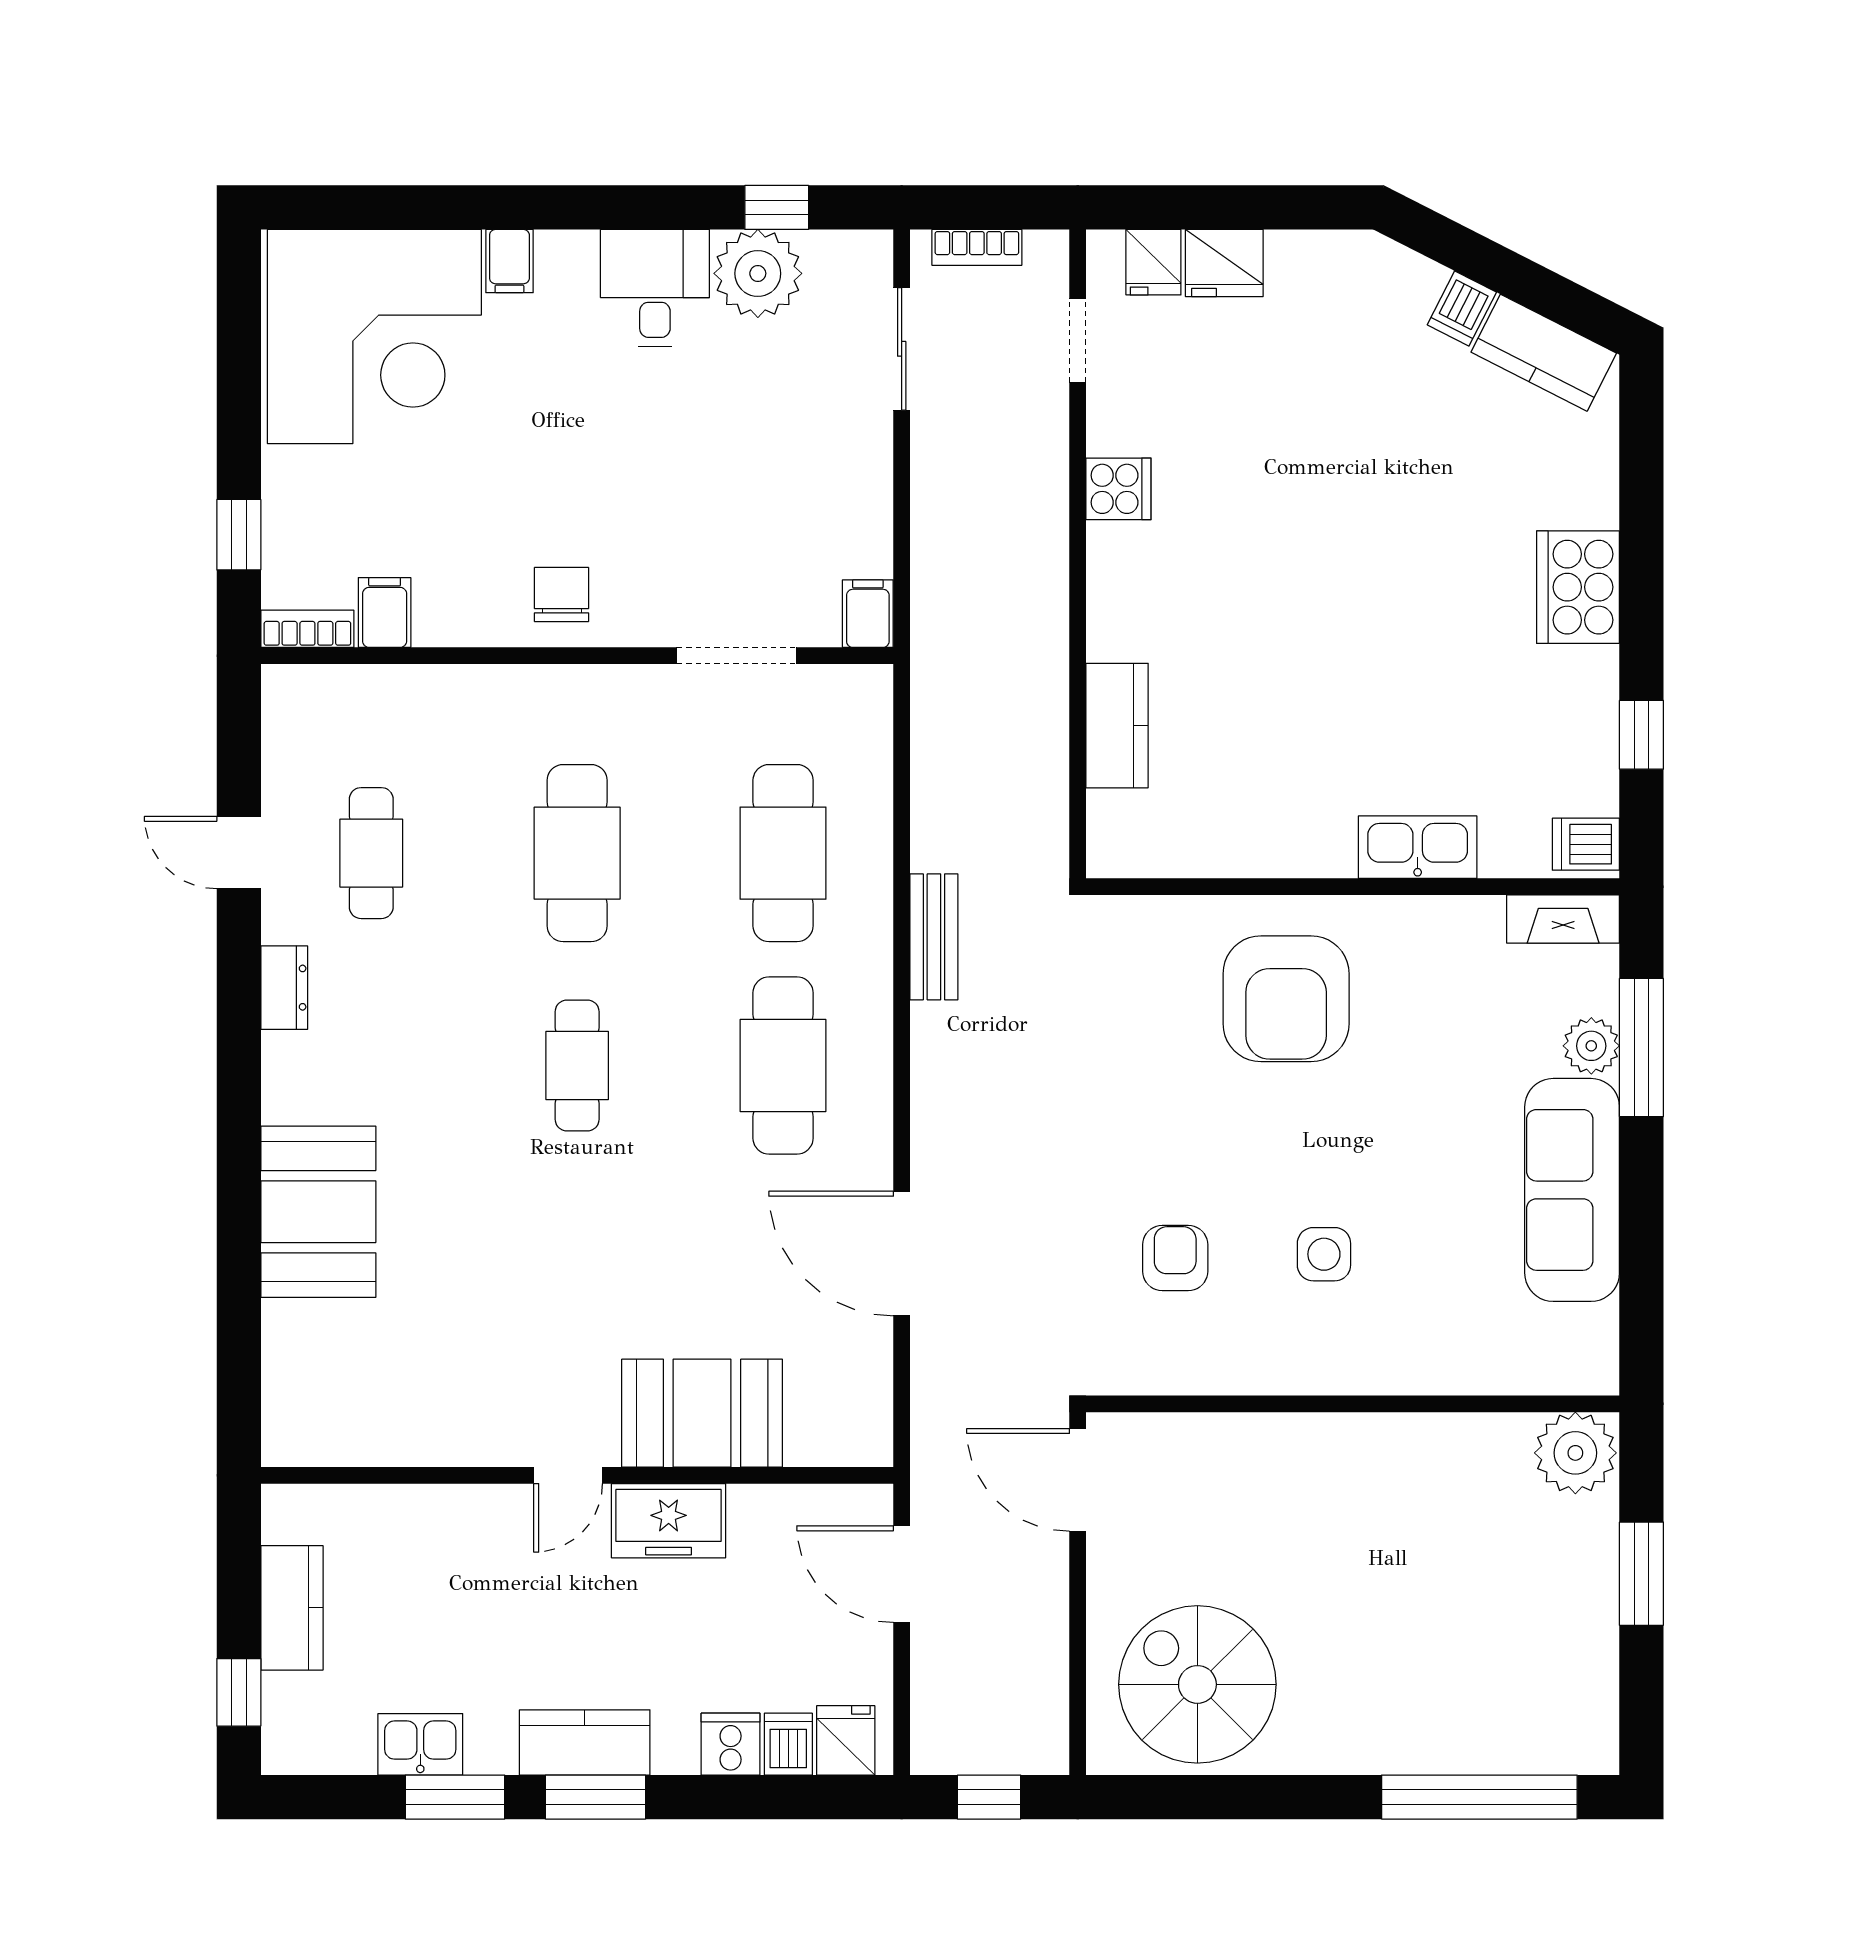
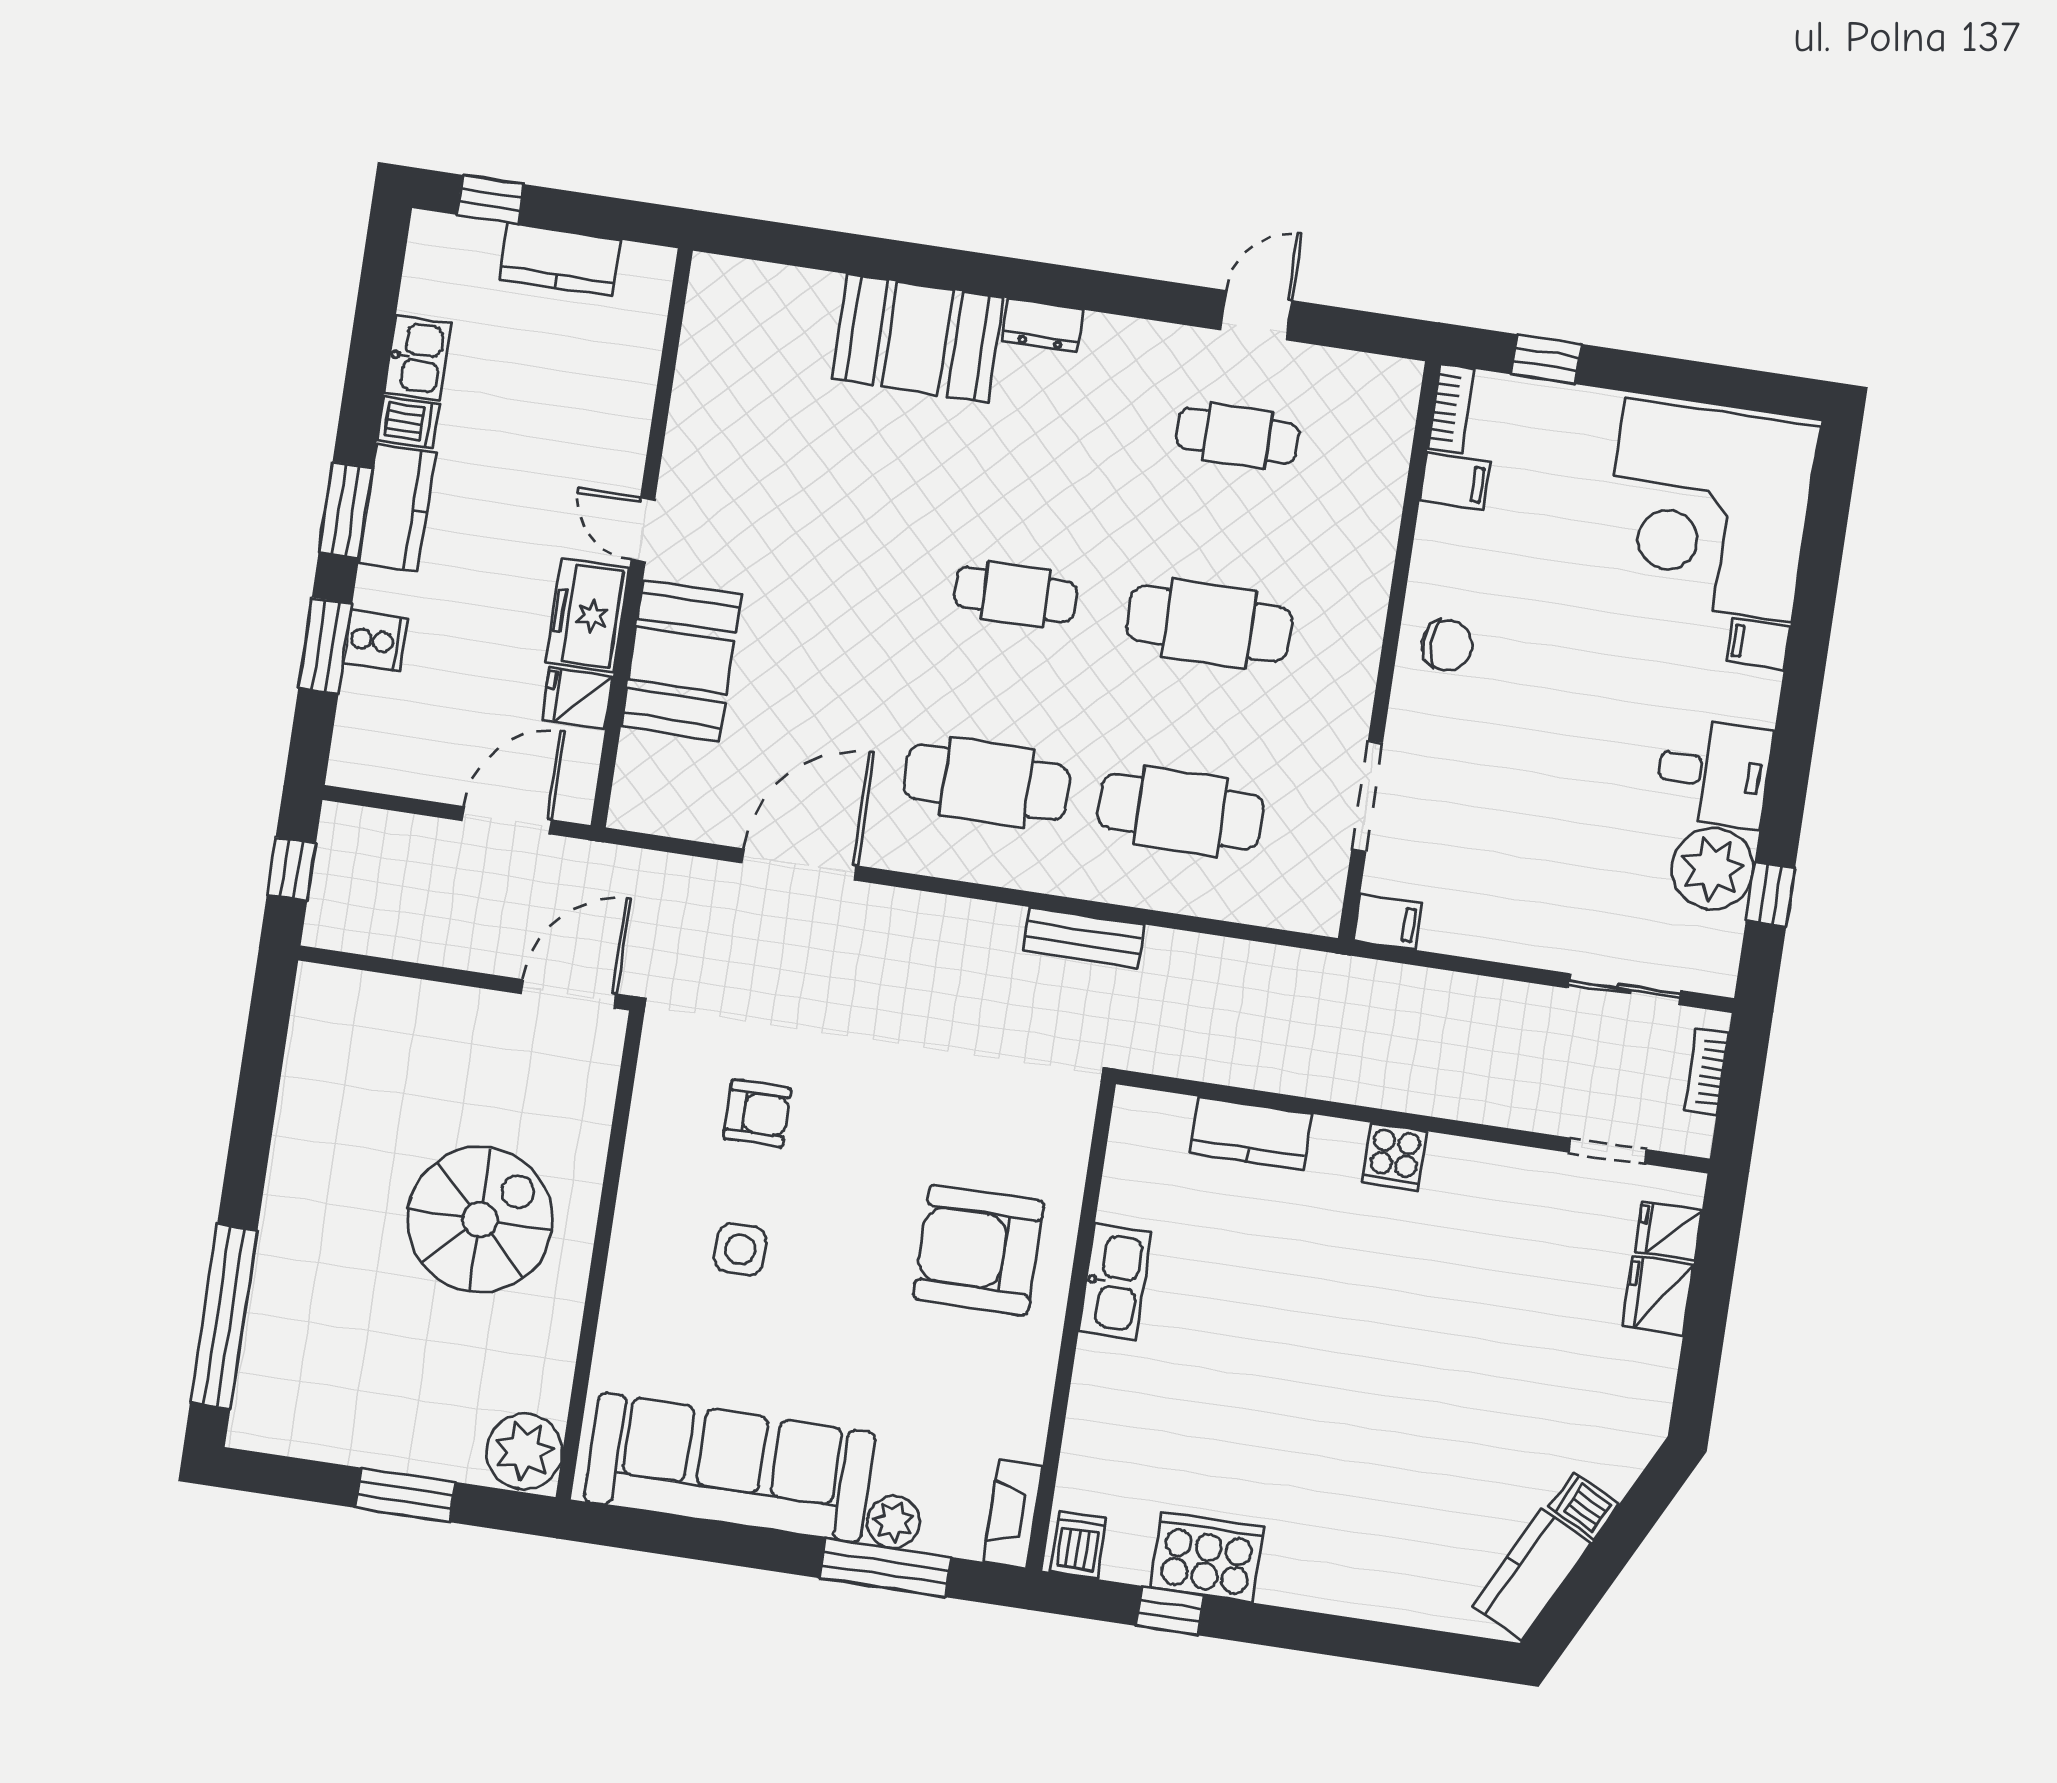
cooker: (1118, 489) -> (1395, 1157), moved
cooker: (1578, 587) -> (1207, 1557), moved
kitchen sink: (1418, 847) -> (1115, 1282), moved
dresser: (284, 988) -> (1043, 325), moved
sofa: (1572, 1190) -> (730, 1467), width x1.36, depth x1.27
spiral stairs: (1197, 1684) -> (480, 1220), moved
fridge: (846, 1740) -> (577, 698), moved, turned 180
dishwasher: (788, 1744) -> (408, 422), moved
window: (455, 1797) -> (325, 646), moved

